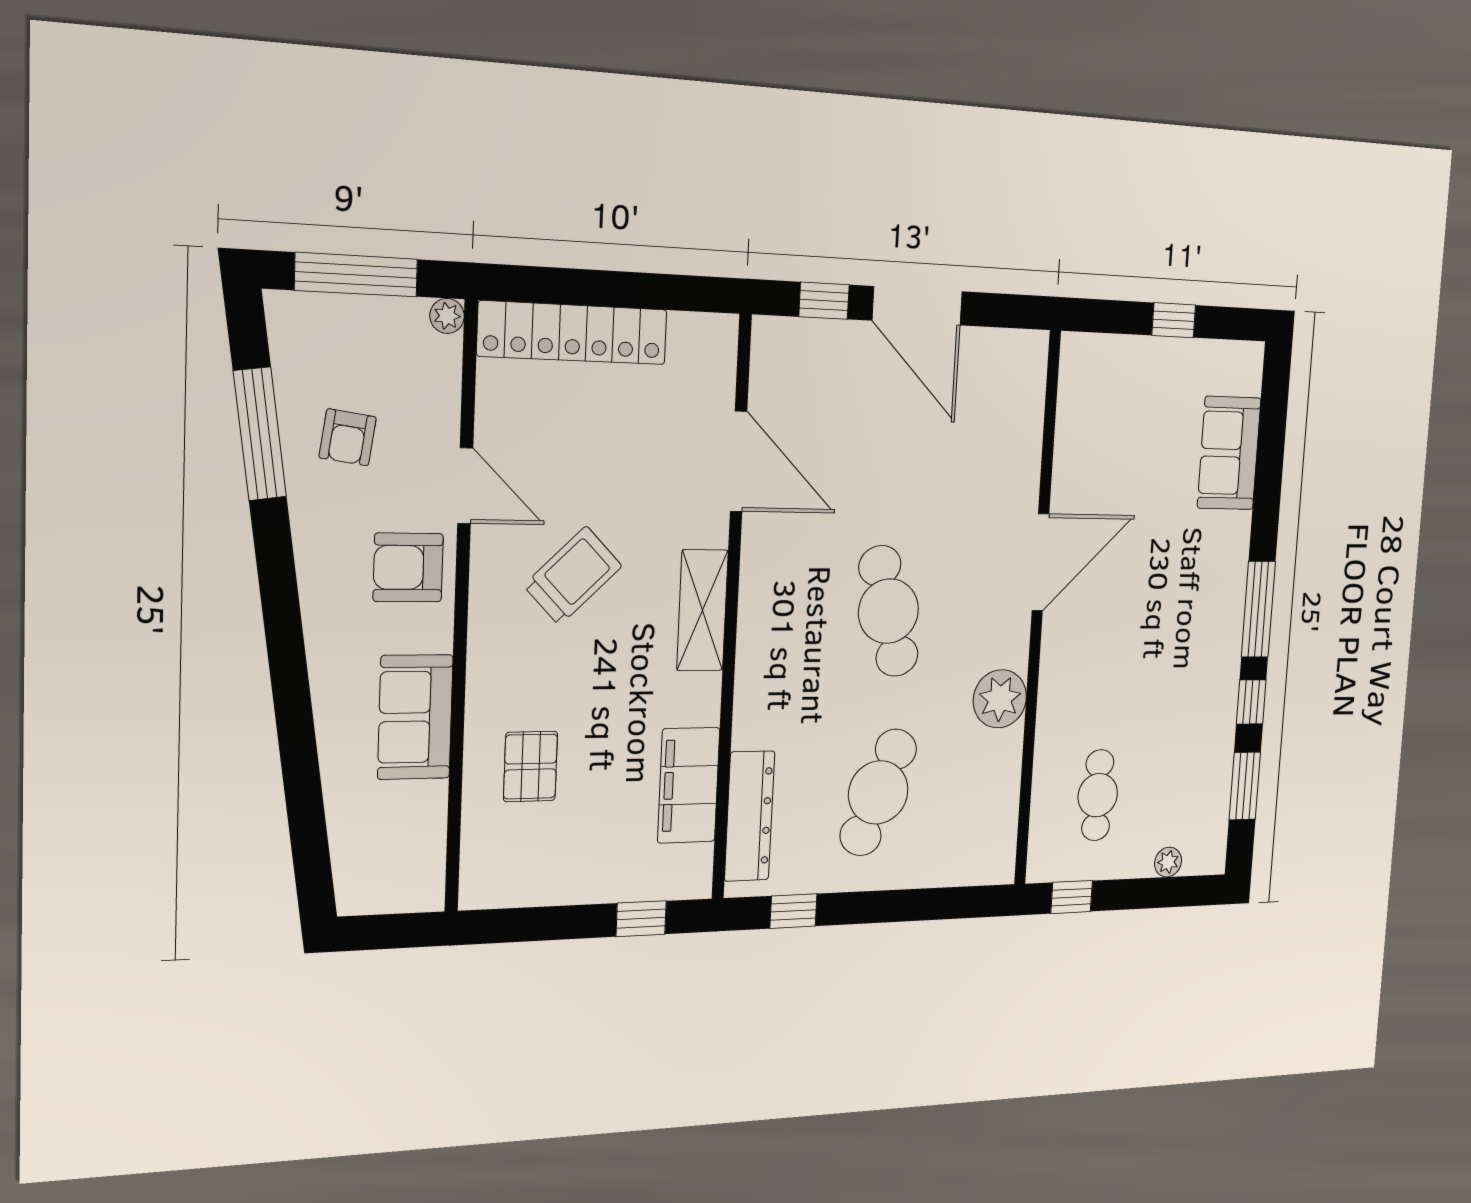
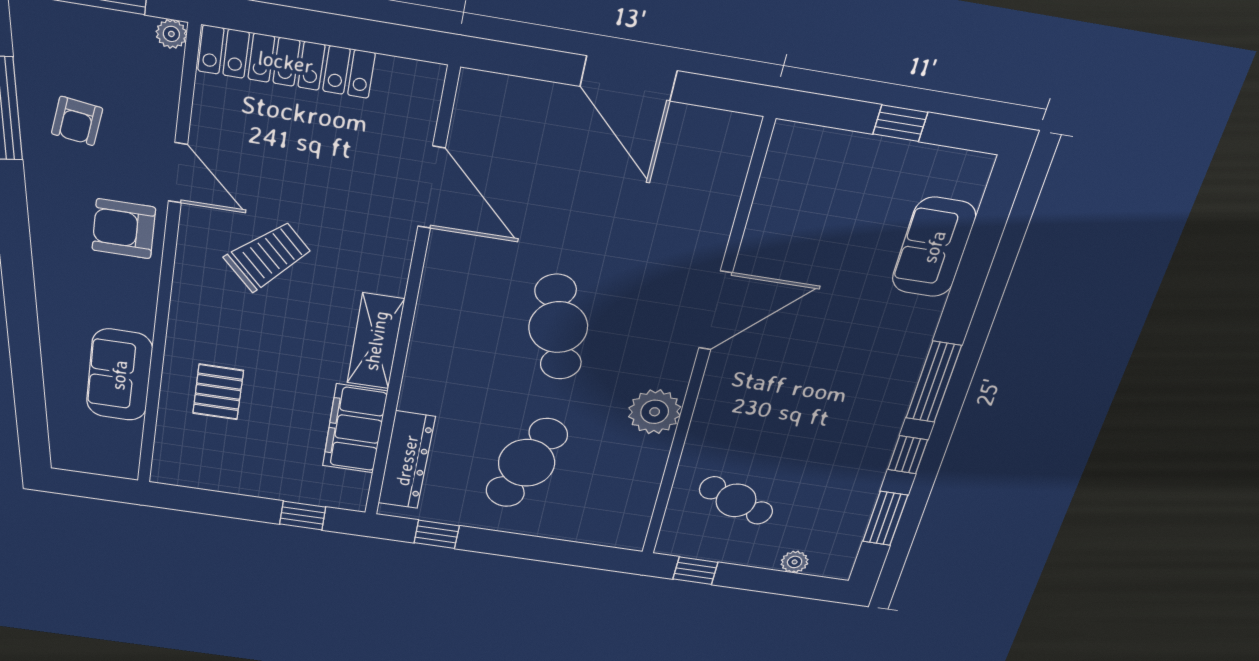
window: (824, 301) -> (534, 63), removed
shelving: (702, 610) -> (376, 341), moved
sofa: (415, 717) -> (119, 375), moved
cafe table: (1098, 795) -> (736, 500), turned -68

